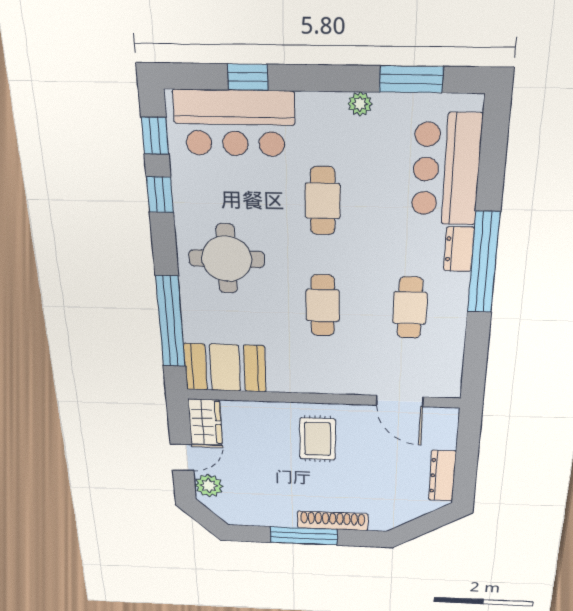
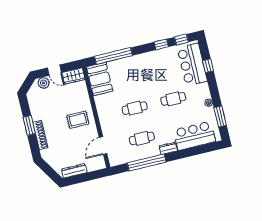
round table: (227, 259) -> (144, 71), removed
window: (484, 263) -> (147, 163), moved
window: (304, 536) -> (29, 125), width x0.69

